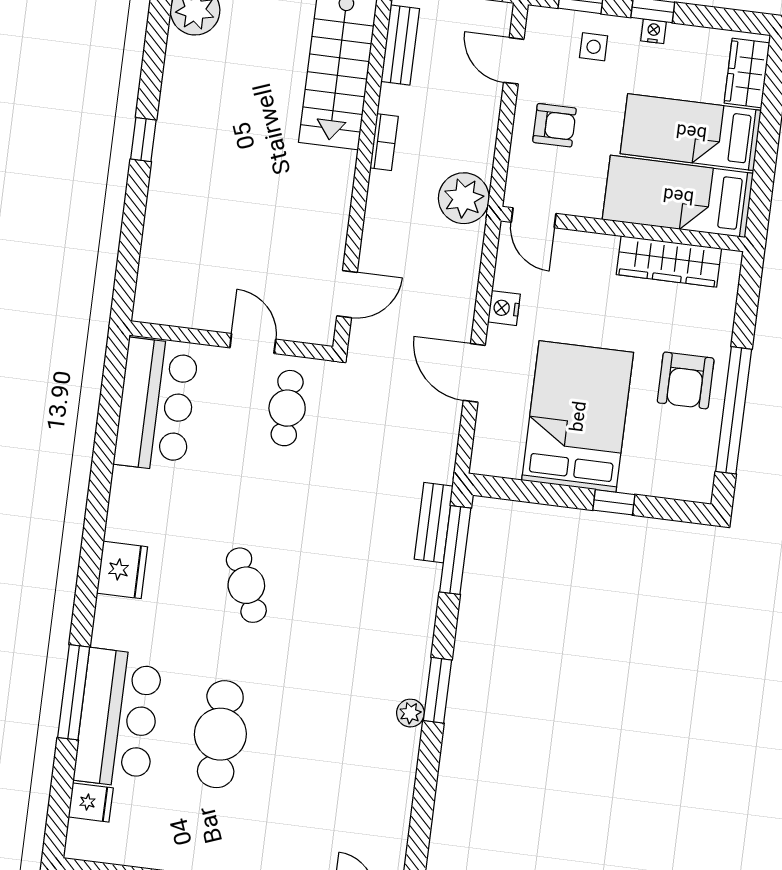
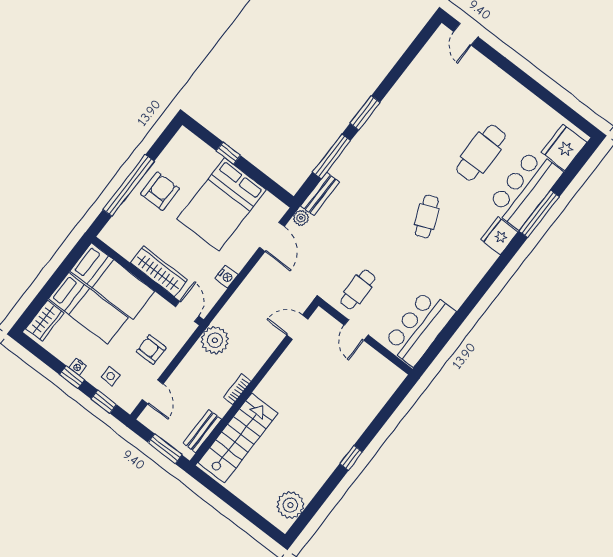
wardrobe: (669, 261) -> (159, 271), moved
door: (474, 373) -> (272, 237), moved
window: (734, 410) -> (129, 185), moved
window: (455, 550) -> (332, 156), moved
fridge: (122, 570) -> (499, 236), moved
plant: (410, 713) -> (301, 218), moved
fridge: (91, 802) -> (564, 147), width x1.88, depth x1.34

